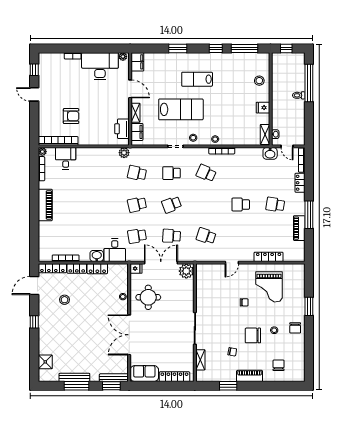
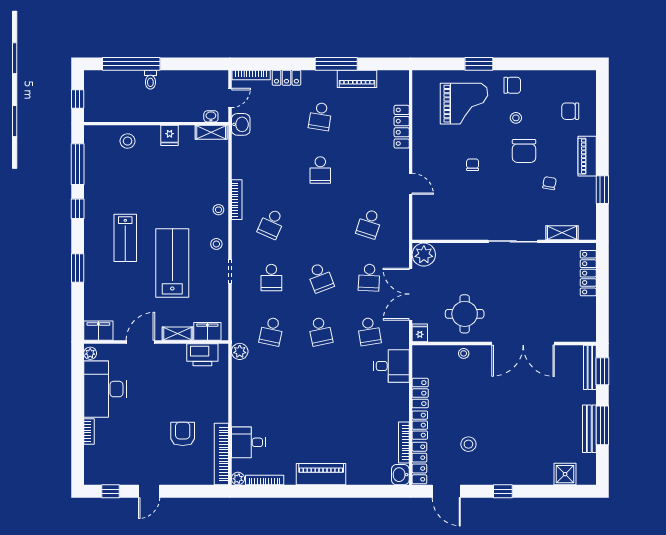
washbasin: (97, 256) -> (400, 475), moved
grand piano: (269, 287) -> (464, 104), moved
sofa: (144, 374) -> (583, 320), removed

